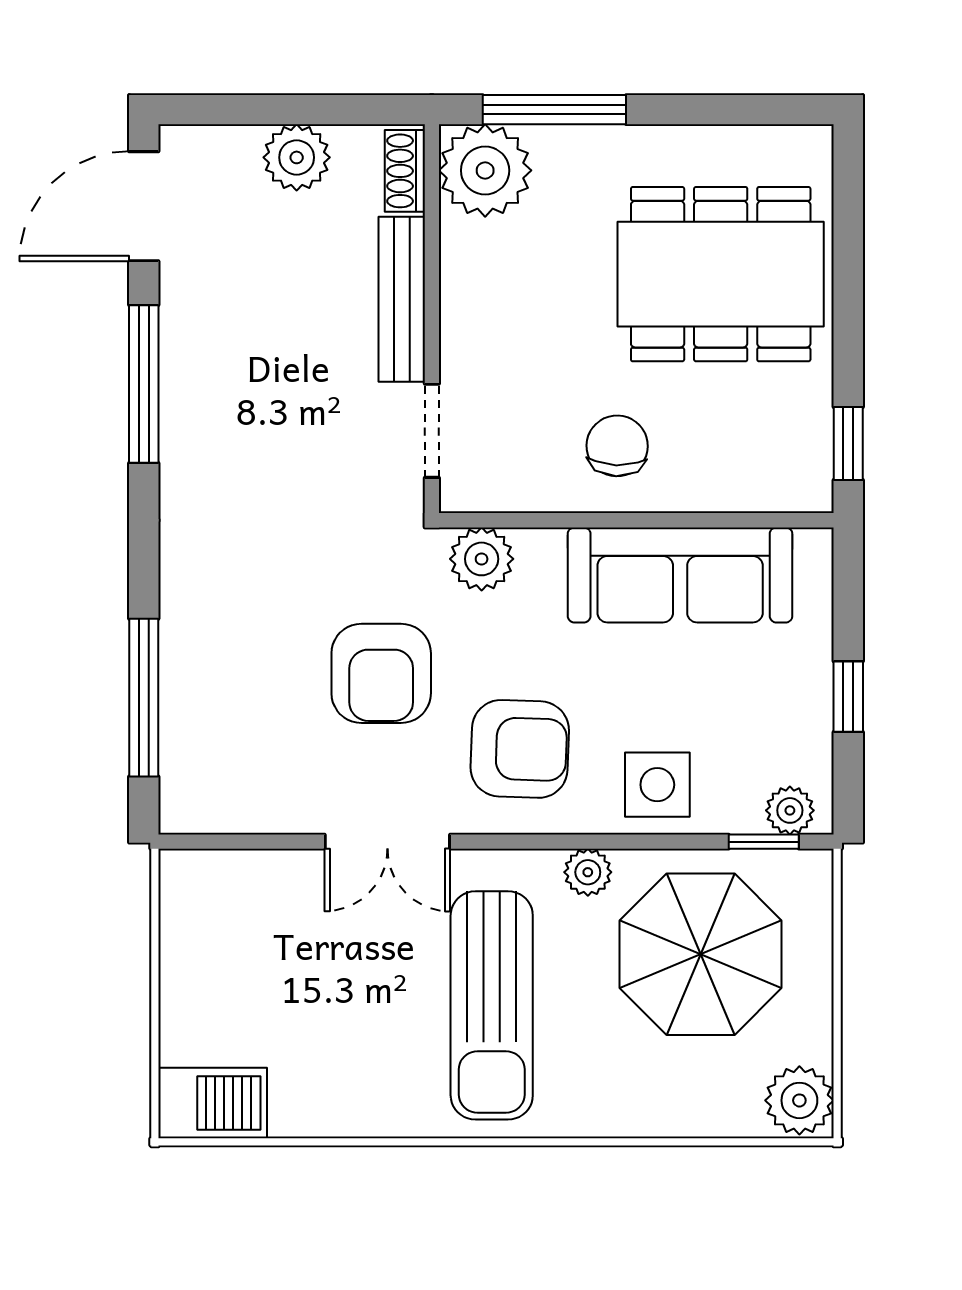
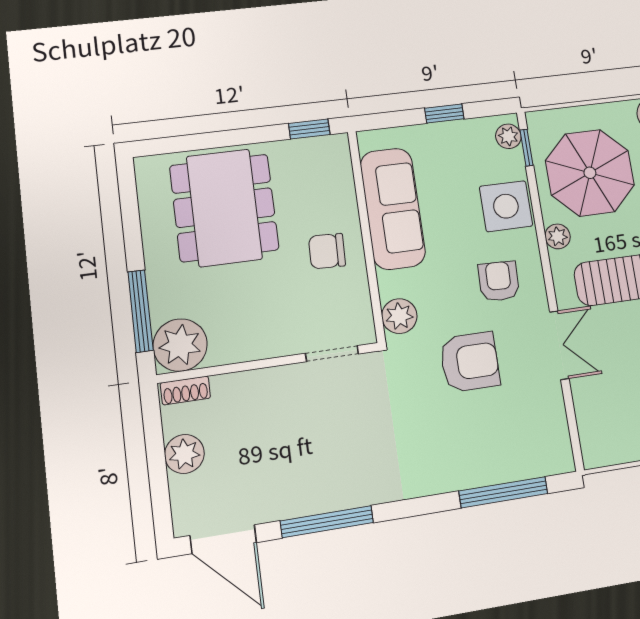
bench: (402, 299) -> (260, 381), removed
armchair: (520, 749) -> (499, 281), width x0.72, depth x0.72
side table: (657, 785) -> (506, 206), width x1.37, depth x1.37

